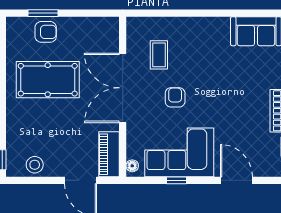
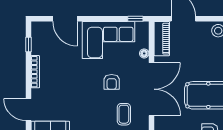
floor lamp: (132, 166) -> (144, 53), moved
window: (177, 180) -> (135, 19), moved

